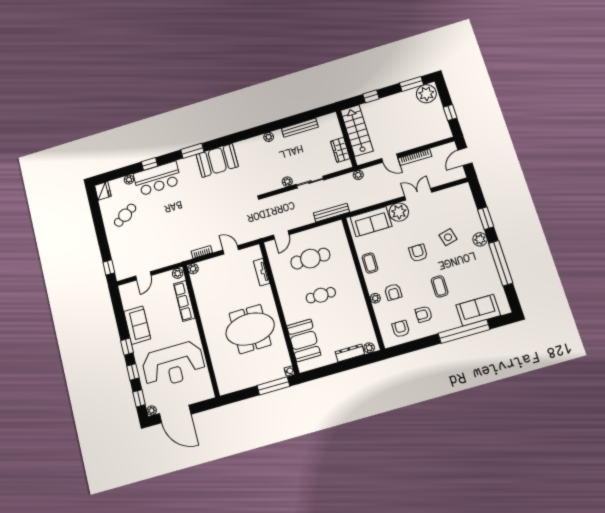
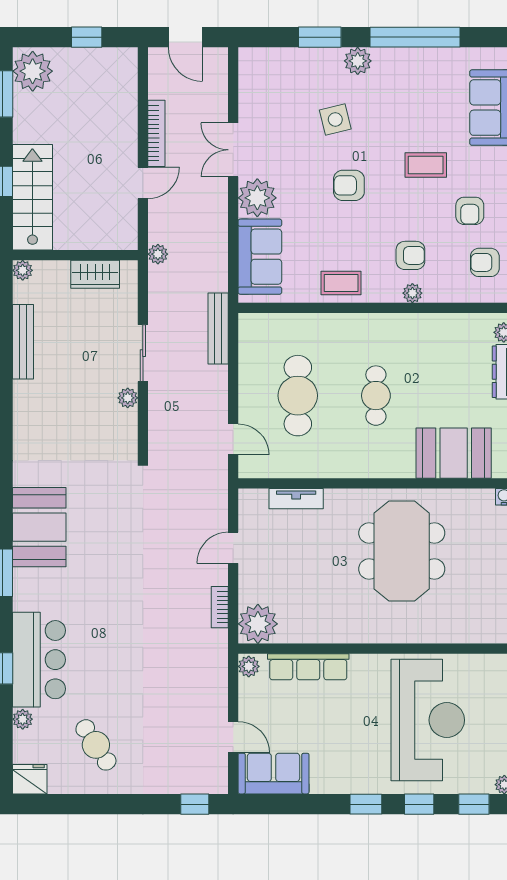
stairs: (357, 131) -> (32, 197), moved, turned 90
plant: (269, 137) -> (23, 270), moved
plant: (193, 269) -> (258, 624), width x1.88, depth x1.88
sofa: (137, 325) -> (274, 774), moved

